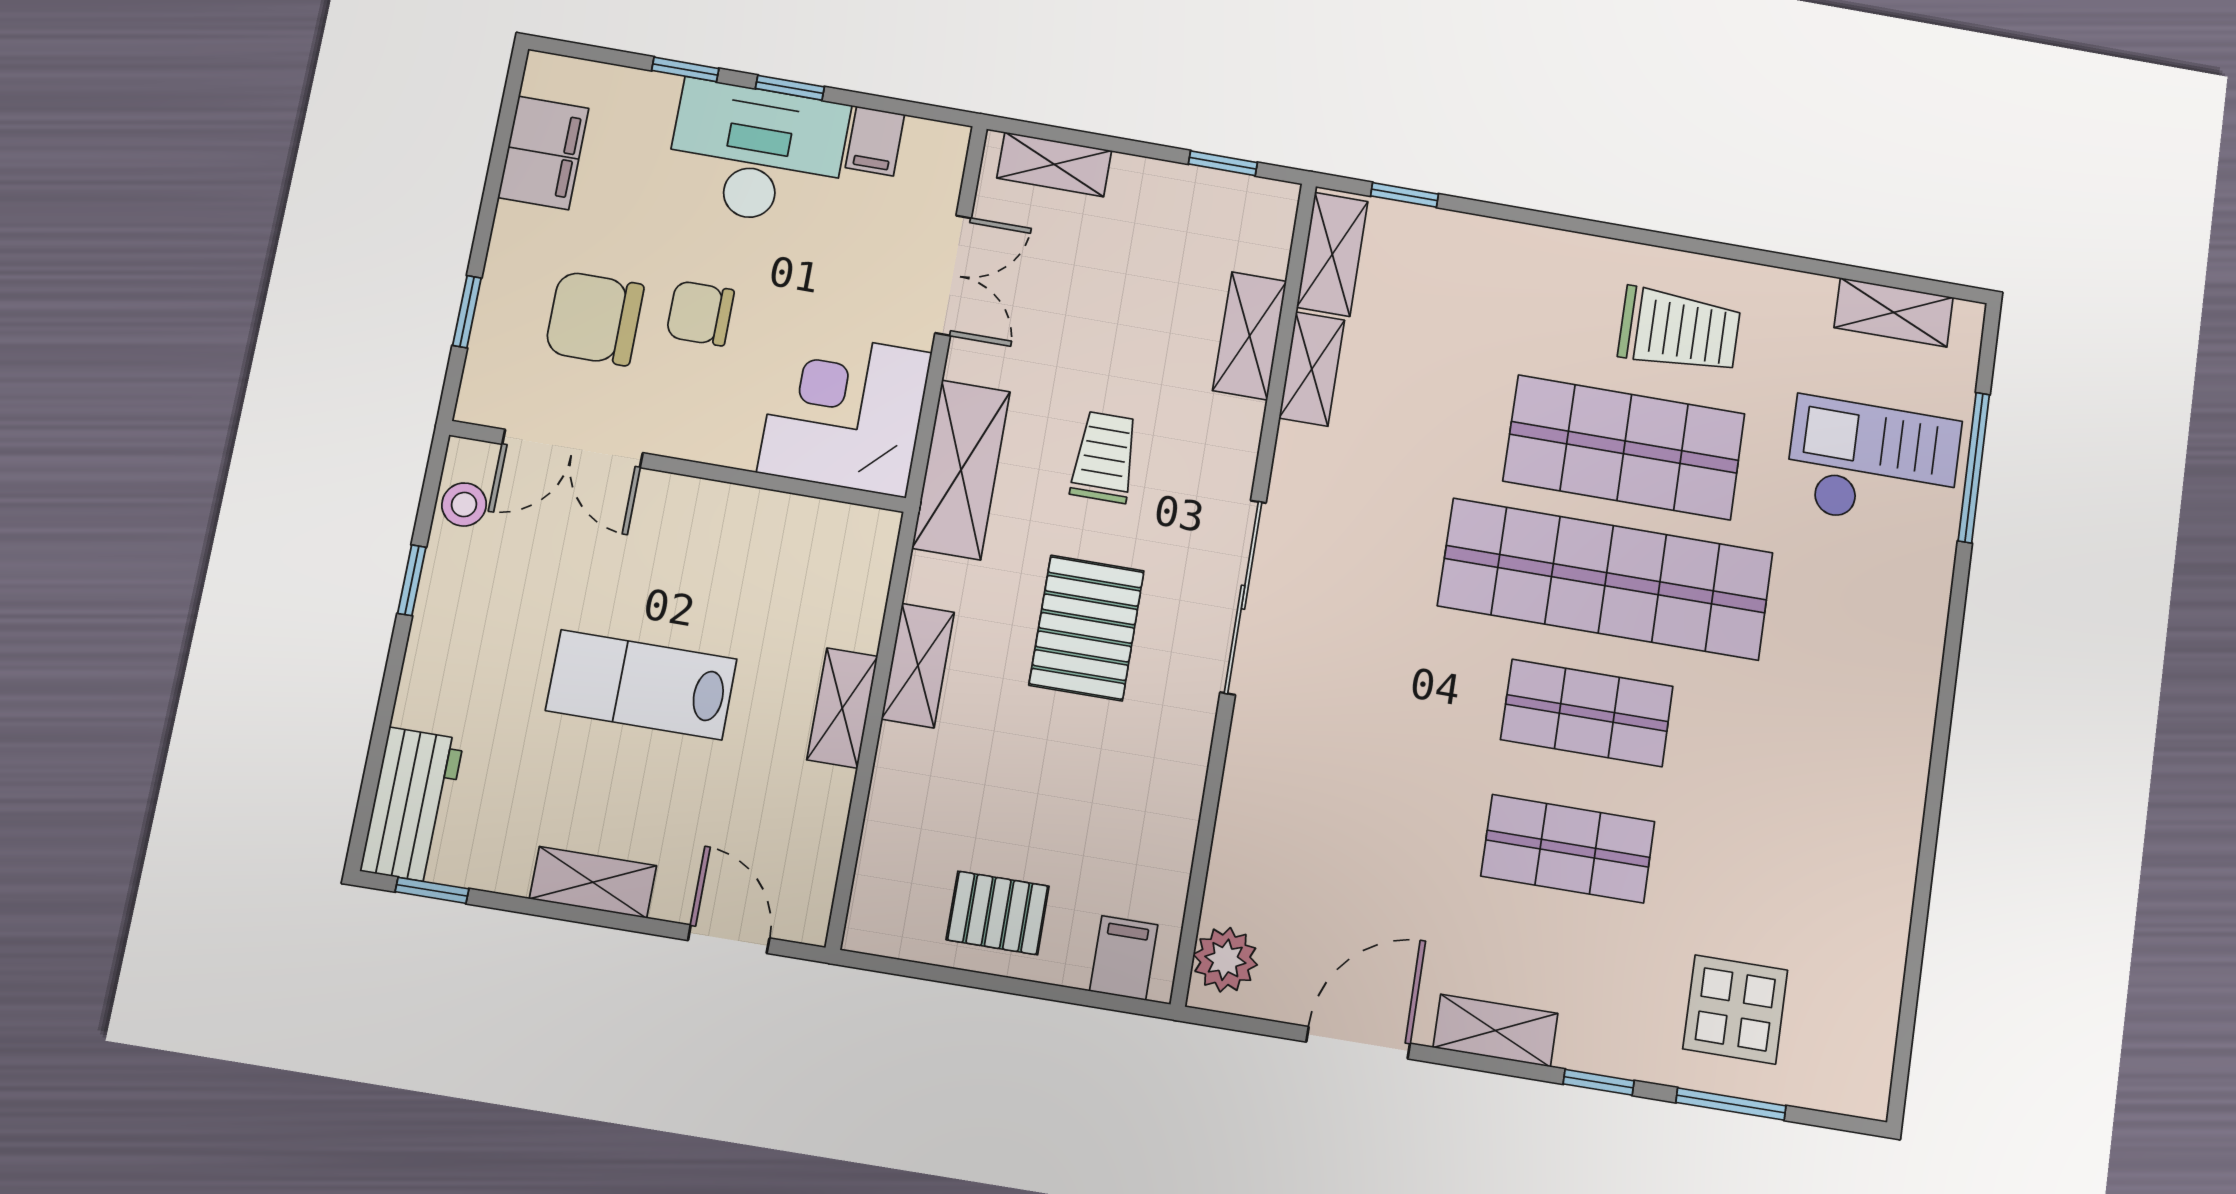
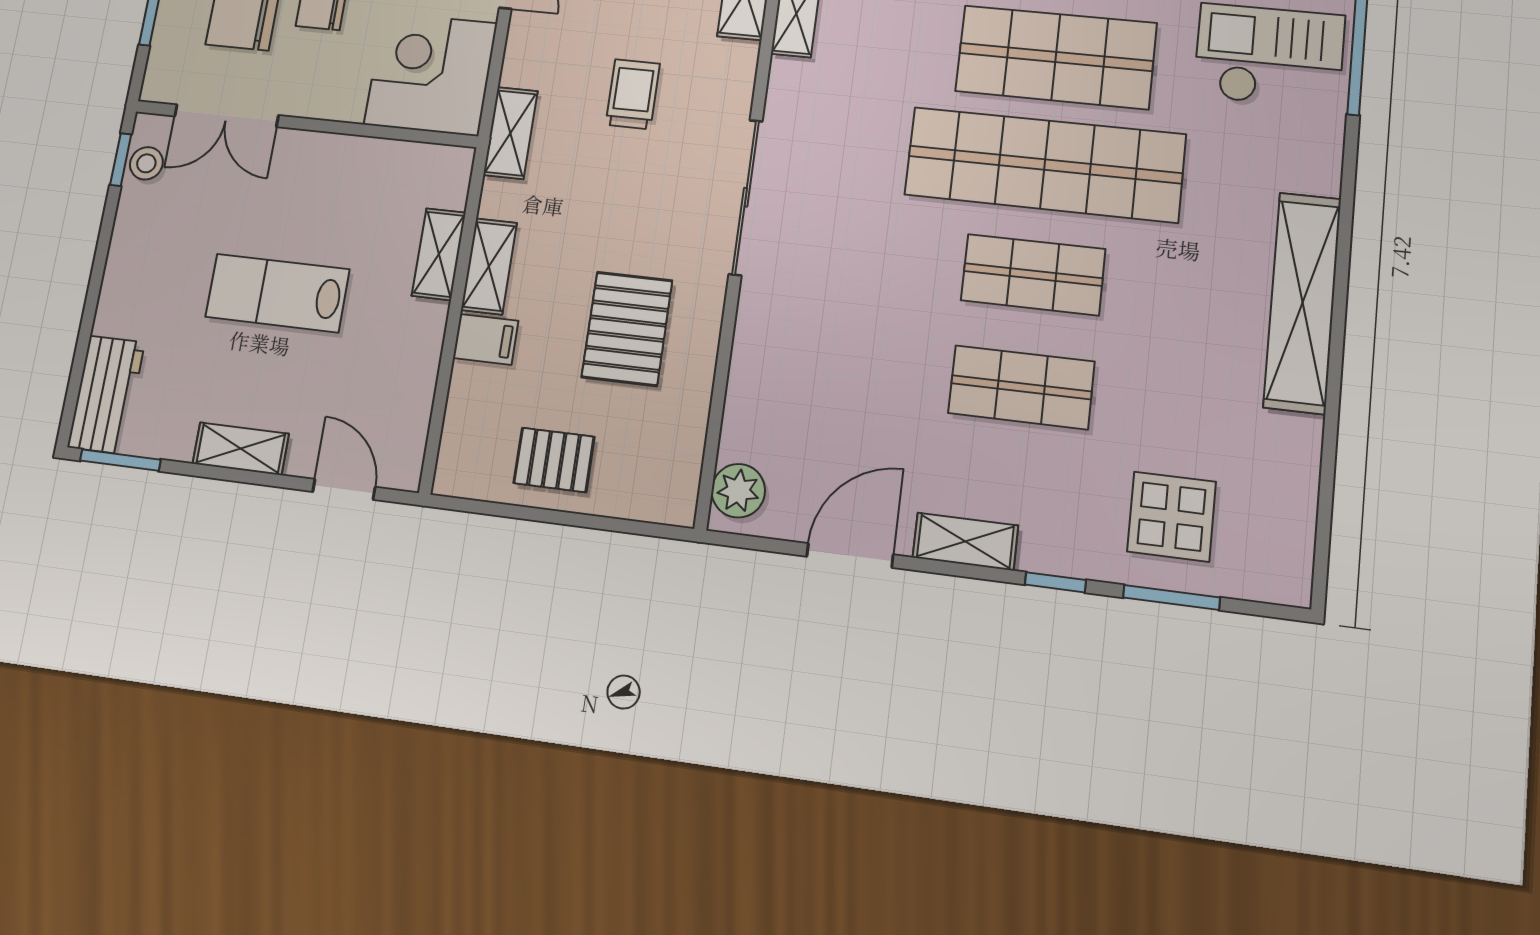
shelving: (961, 470) -> (510, 133), width x0.67, depth x0.75
window: (412, 580) -> (121, 160), moved
pallet: (1087, 628) -> (627, 329), moved
shelving: (842, 708) -> (439, 254), moved
shelving: (1896, 763) -> (1302, 302), added
window: (432, 890) -> (120, 460), width x1.50
filing cabinet: (1124, 958) -> (486, 339), moved, turned 90

